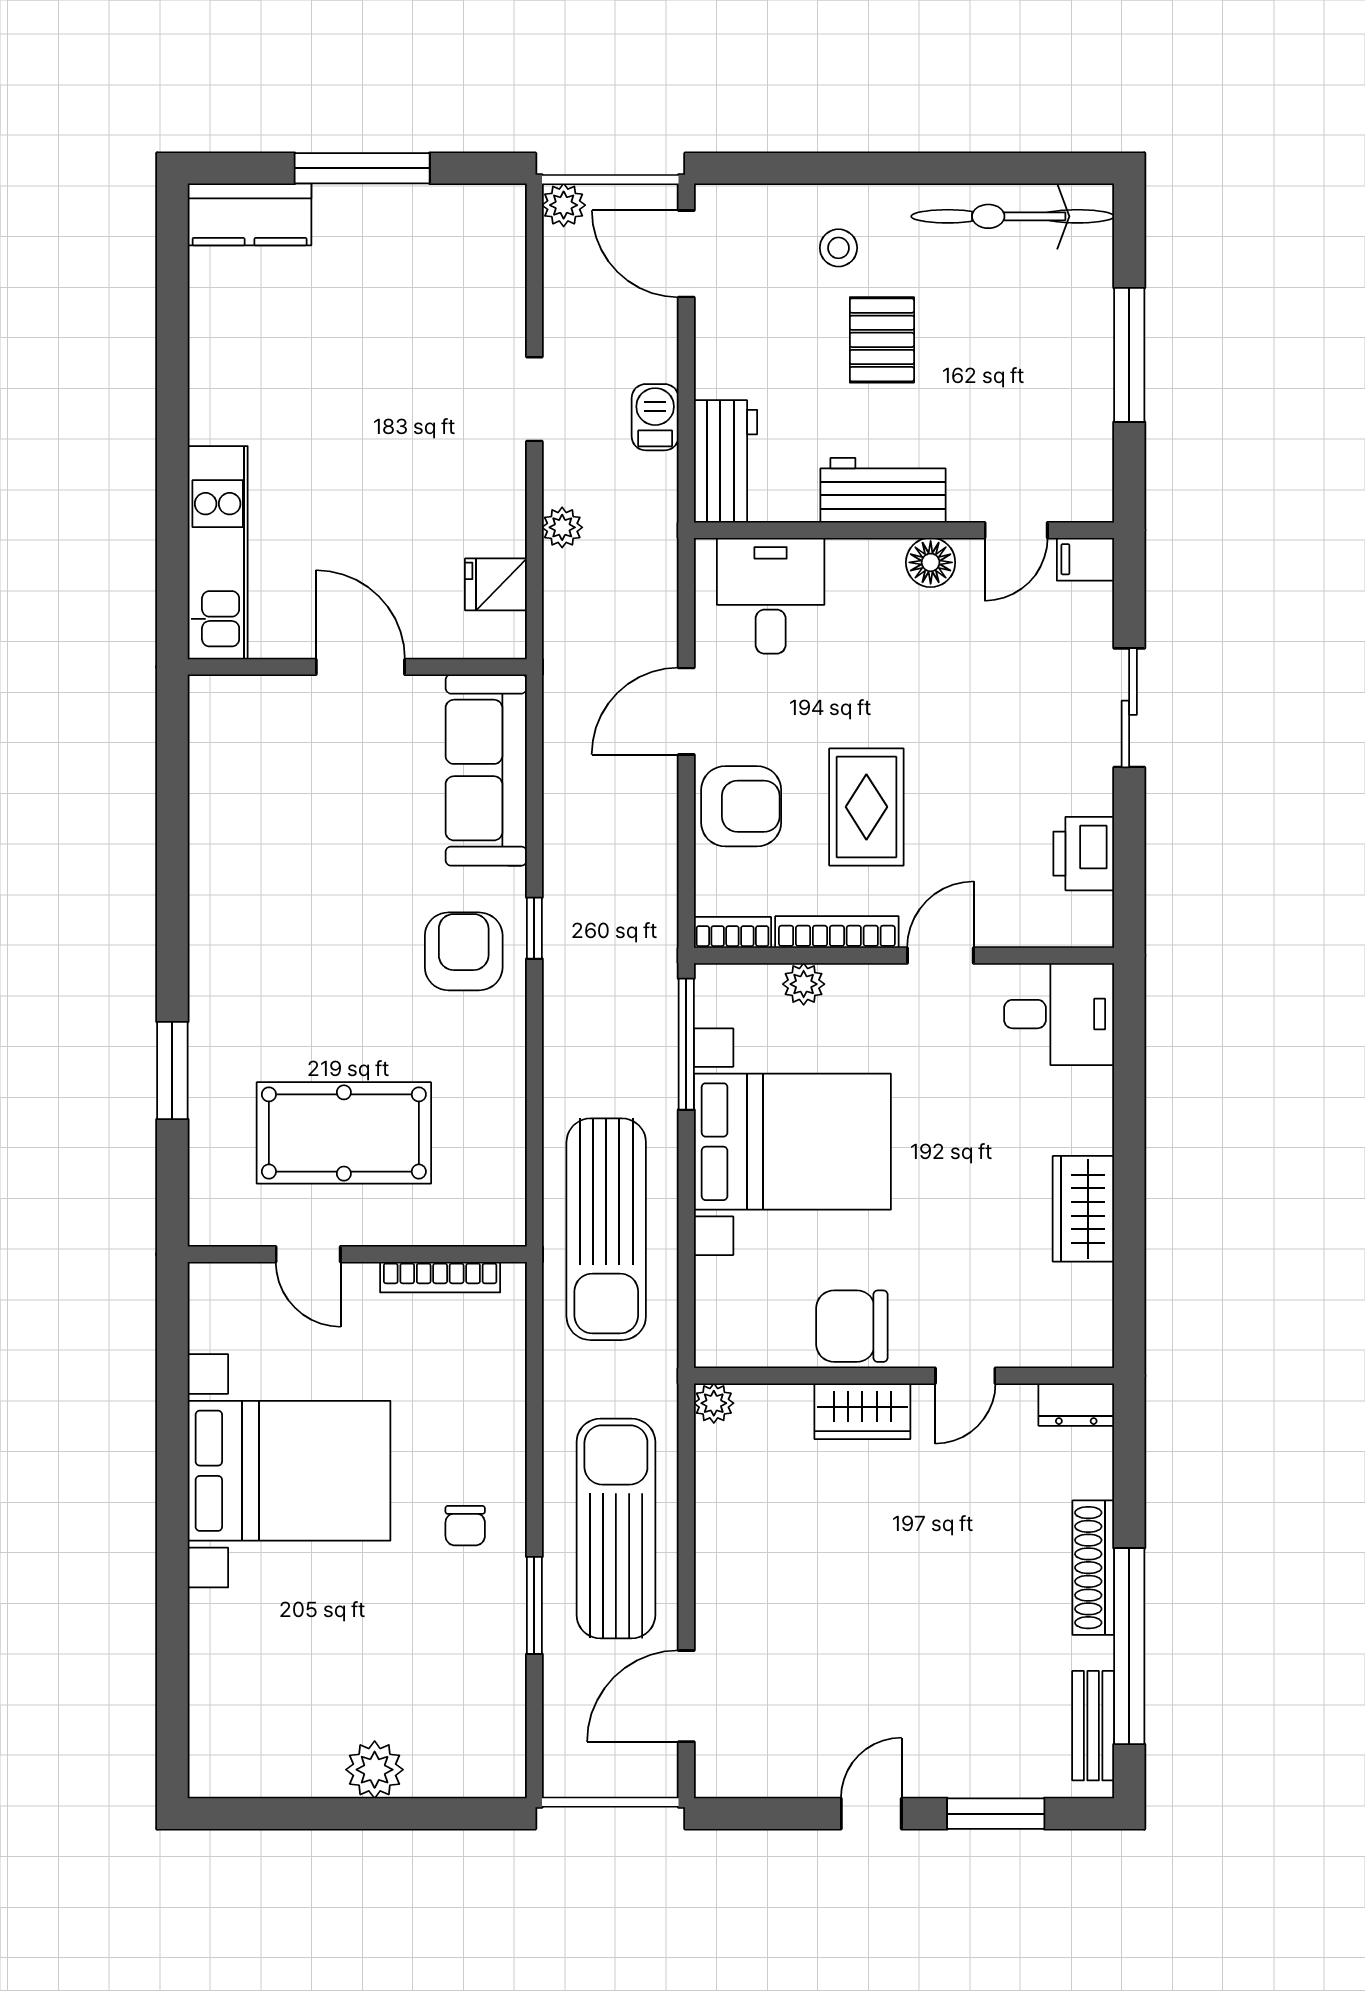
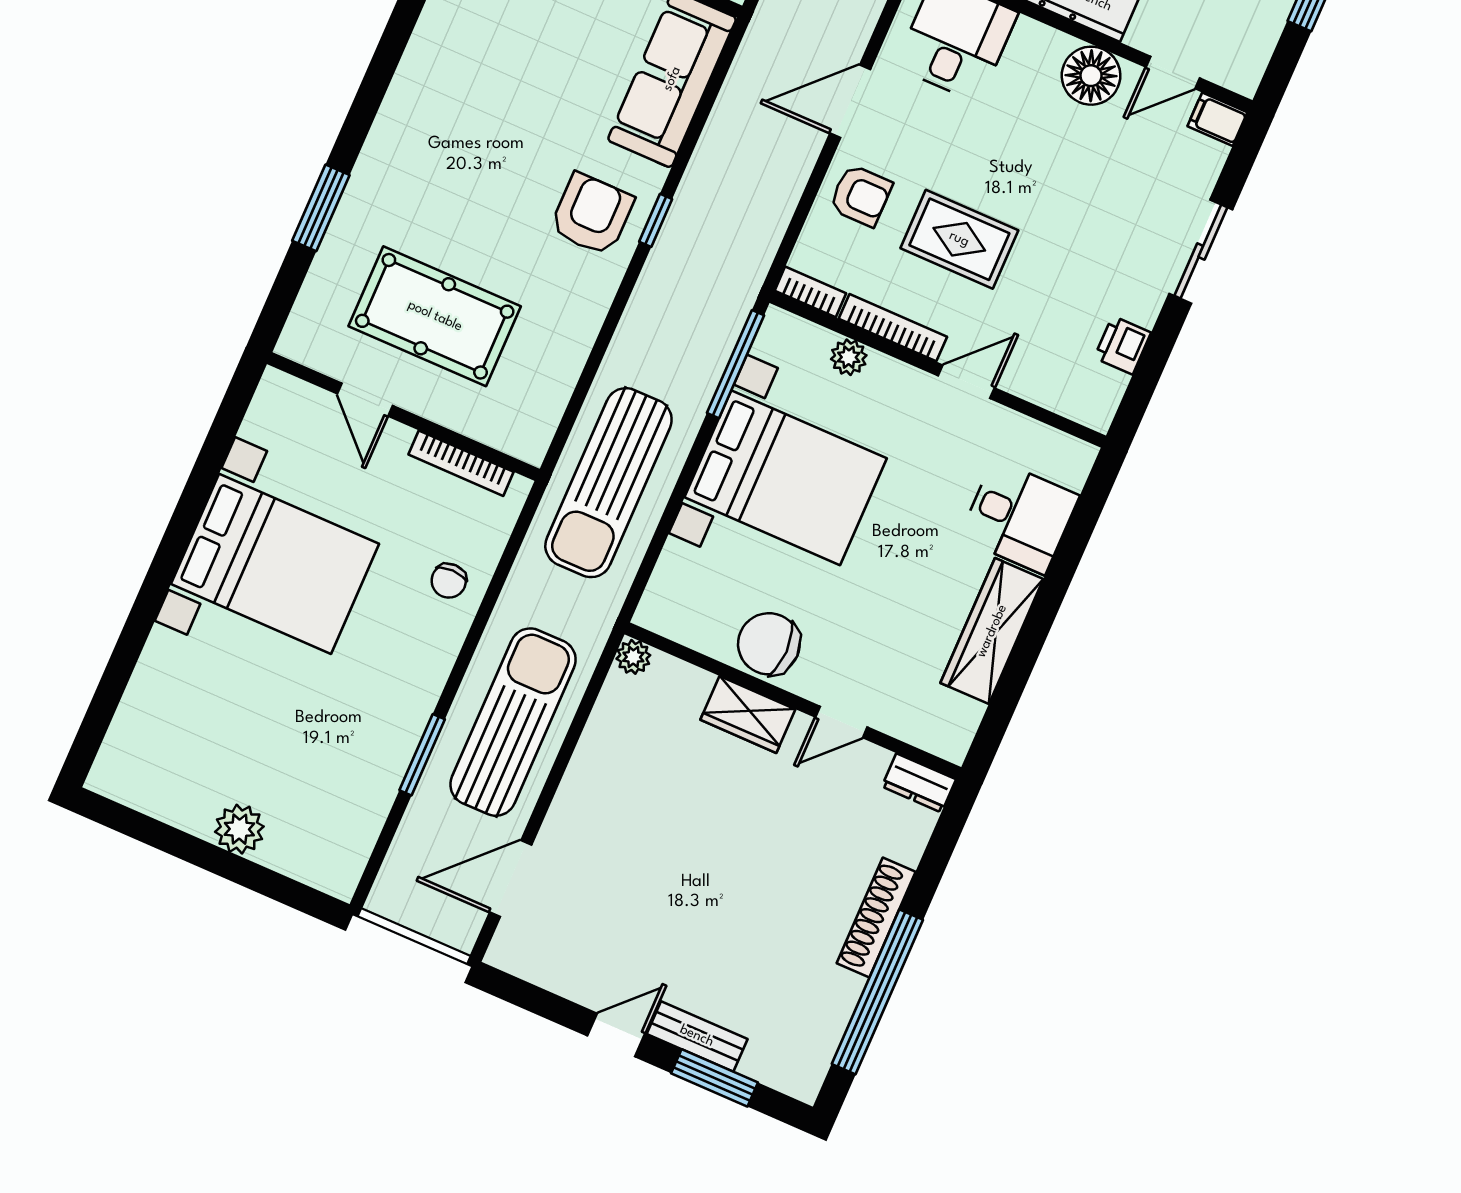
floor lamp: (931, 562) -> (1091, 76), width x1.38, depth x1.38
armchair: (741, 806) -> (861, 195), width x0.72, depth x0.72
rug: (866, 807) -> (959, 239), turned 90
printer: (1084, 854) -> (1123, 345), width x0.73, depth x0.81
desk: (1059, 1014) -> (1019, 517), moved
wardrobe: (1083, 1209) -> (992, 631), width x1.50
chair: (465, 1526) -> (449, 581), moved
bench: (1093, 1726) -> (697, 1036), moved, turned 90

